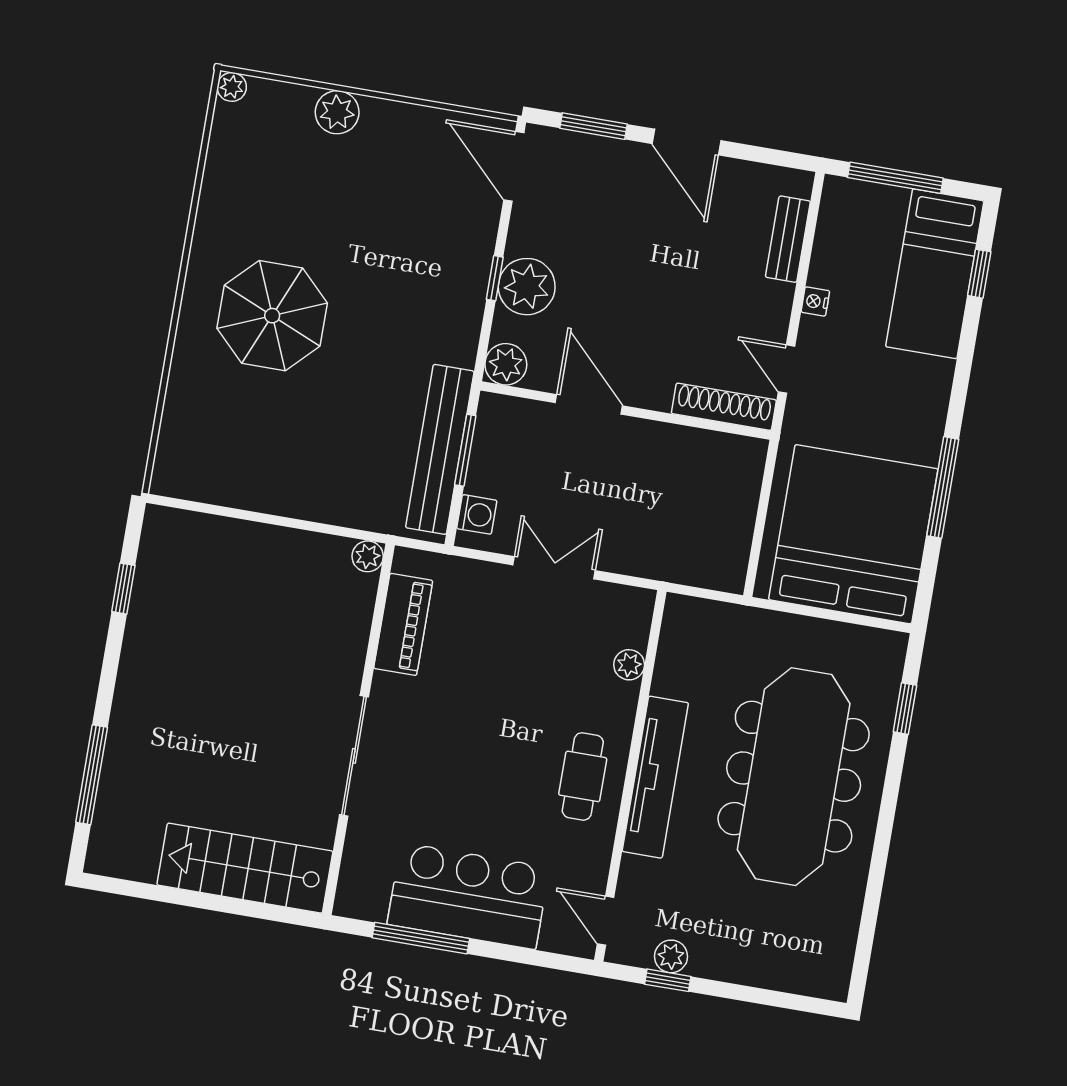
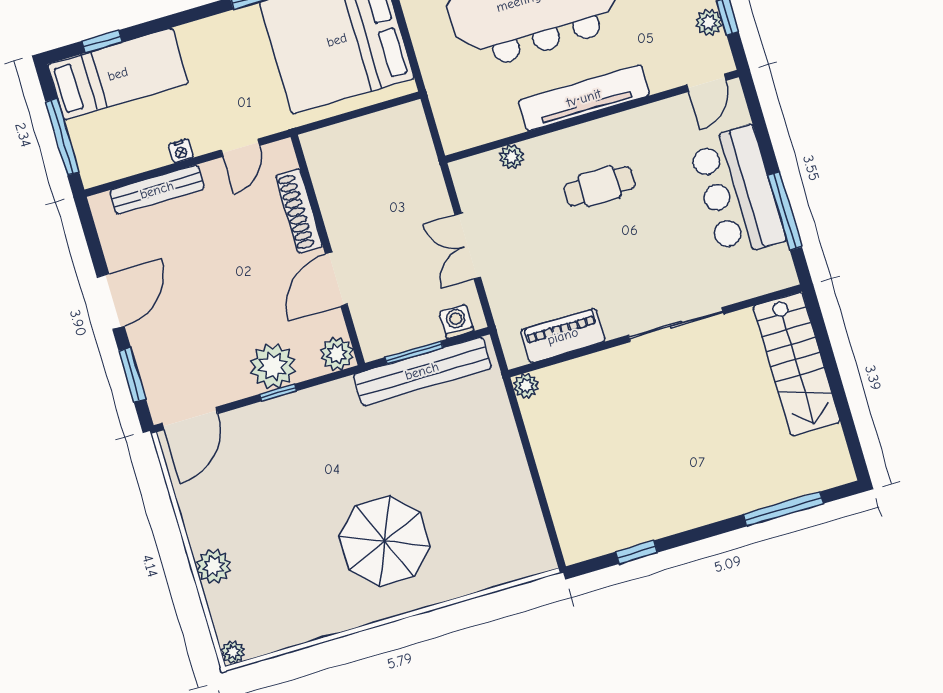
bench: (788, 239) -> (157, 190), width x1.36
shoe rack: (724, 407) -> (299, 211), moved
cafe table: (583, 776) -> (599, 186), moved

